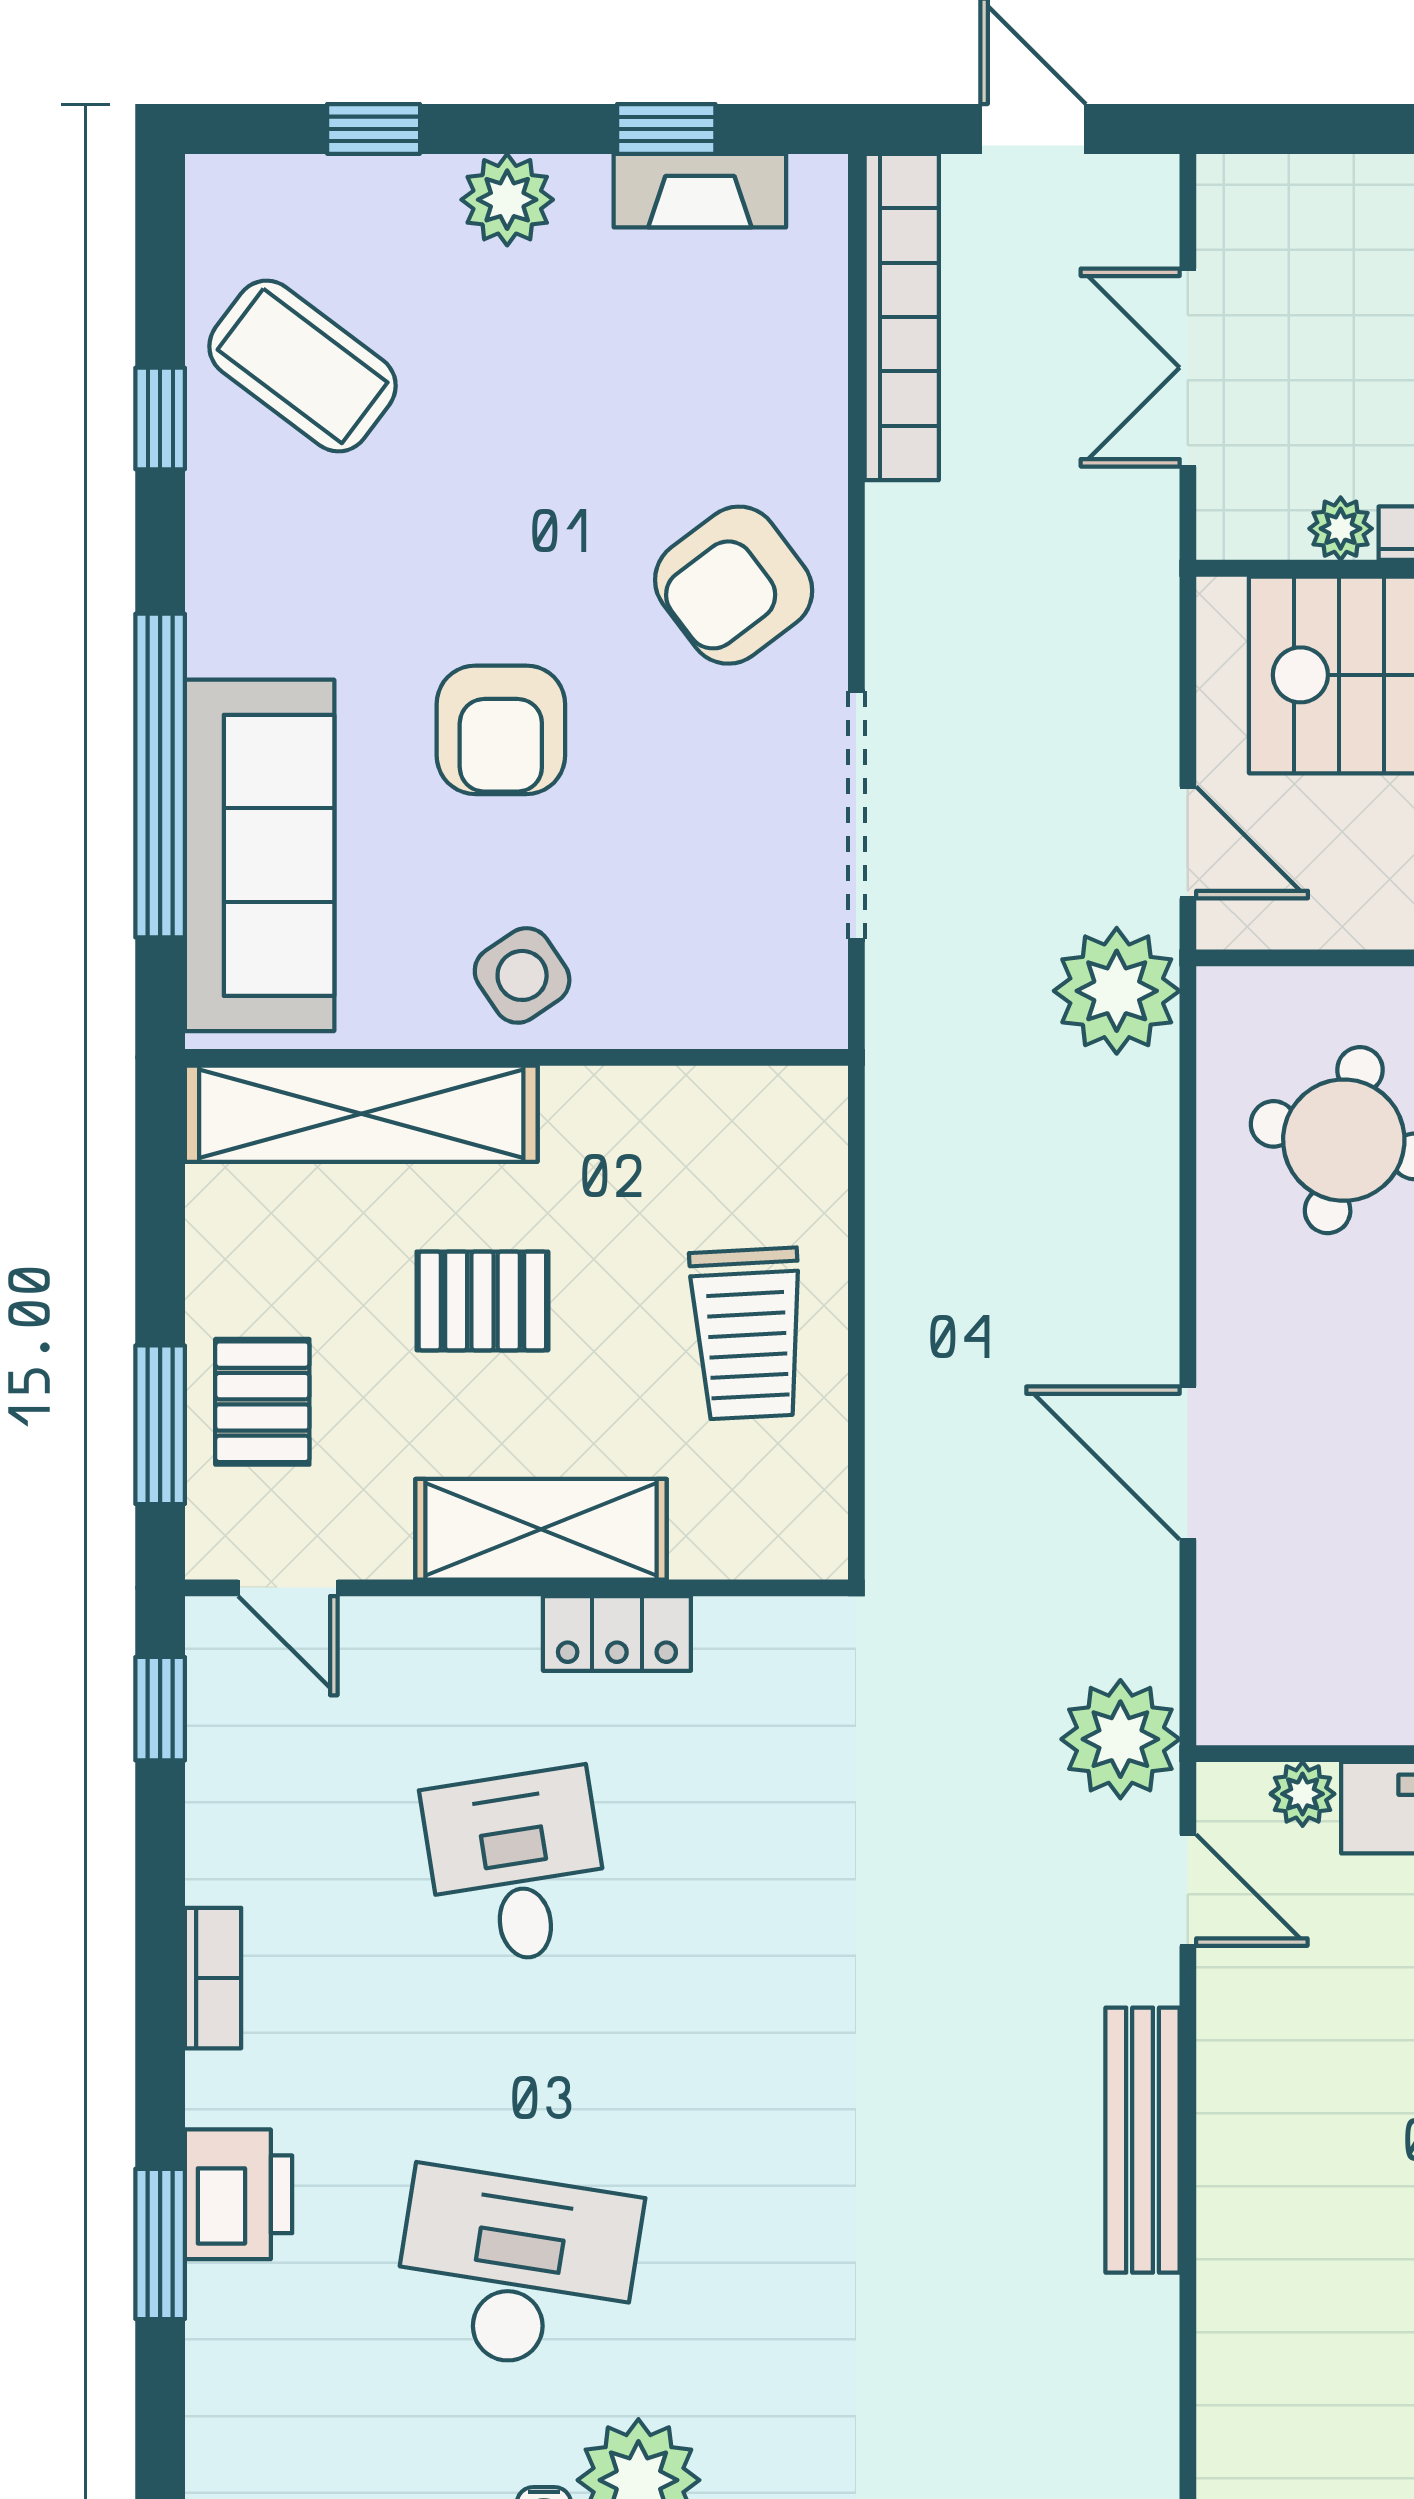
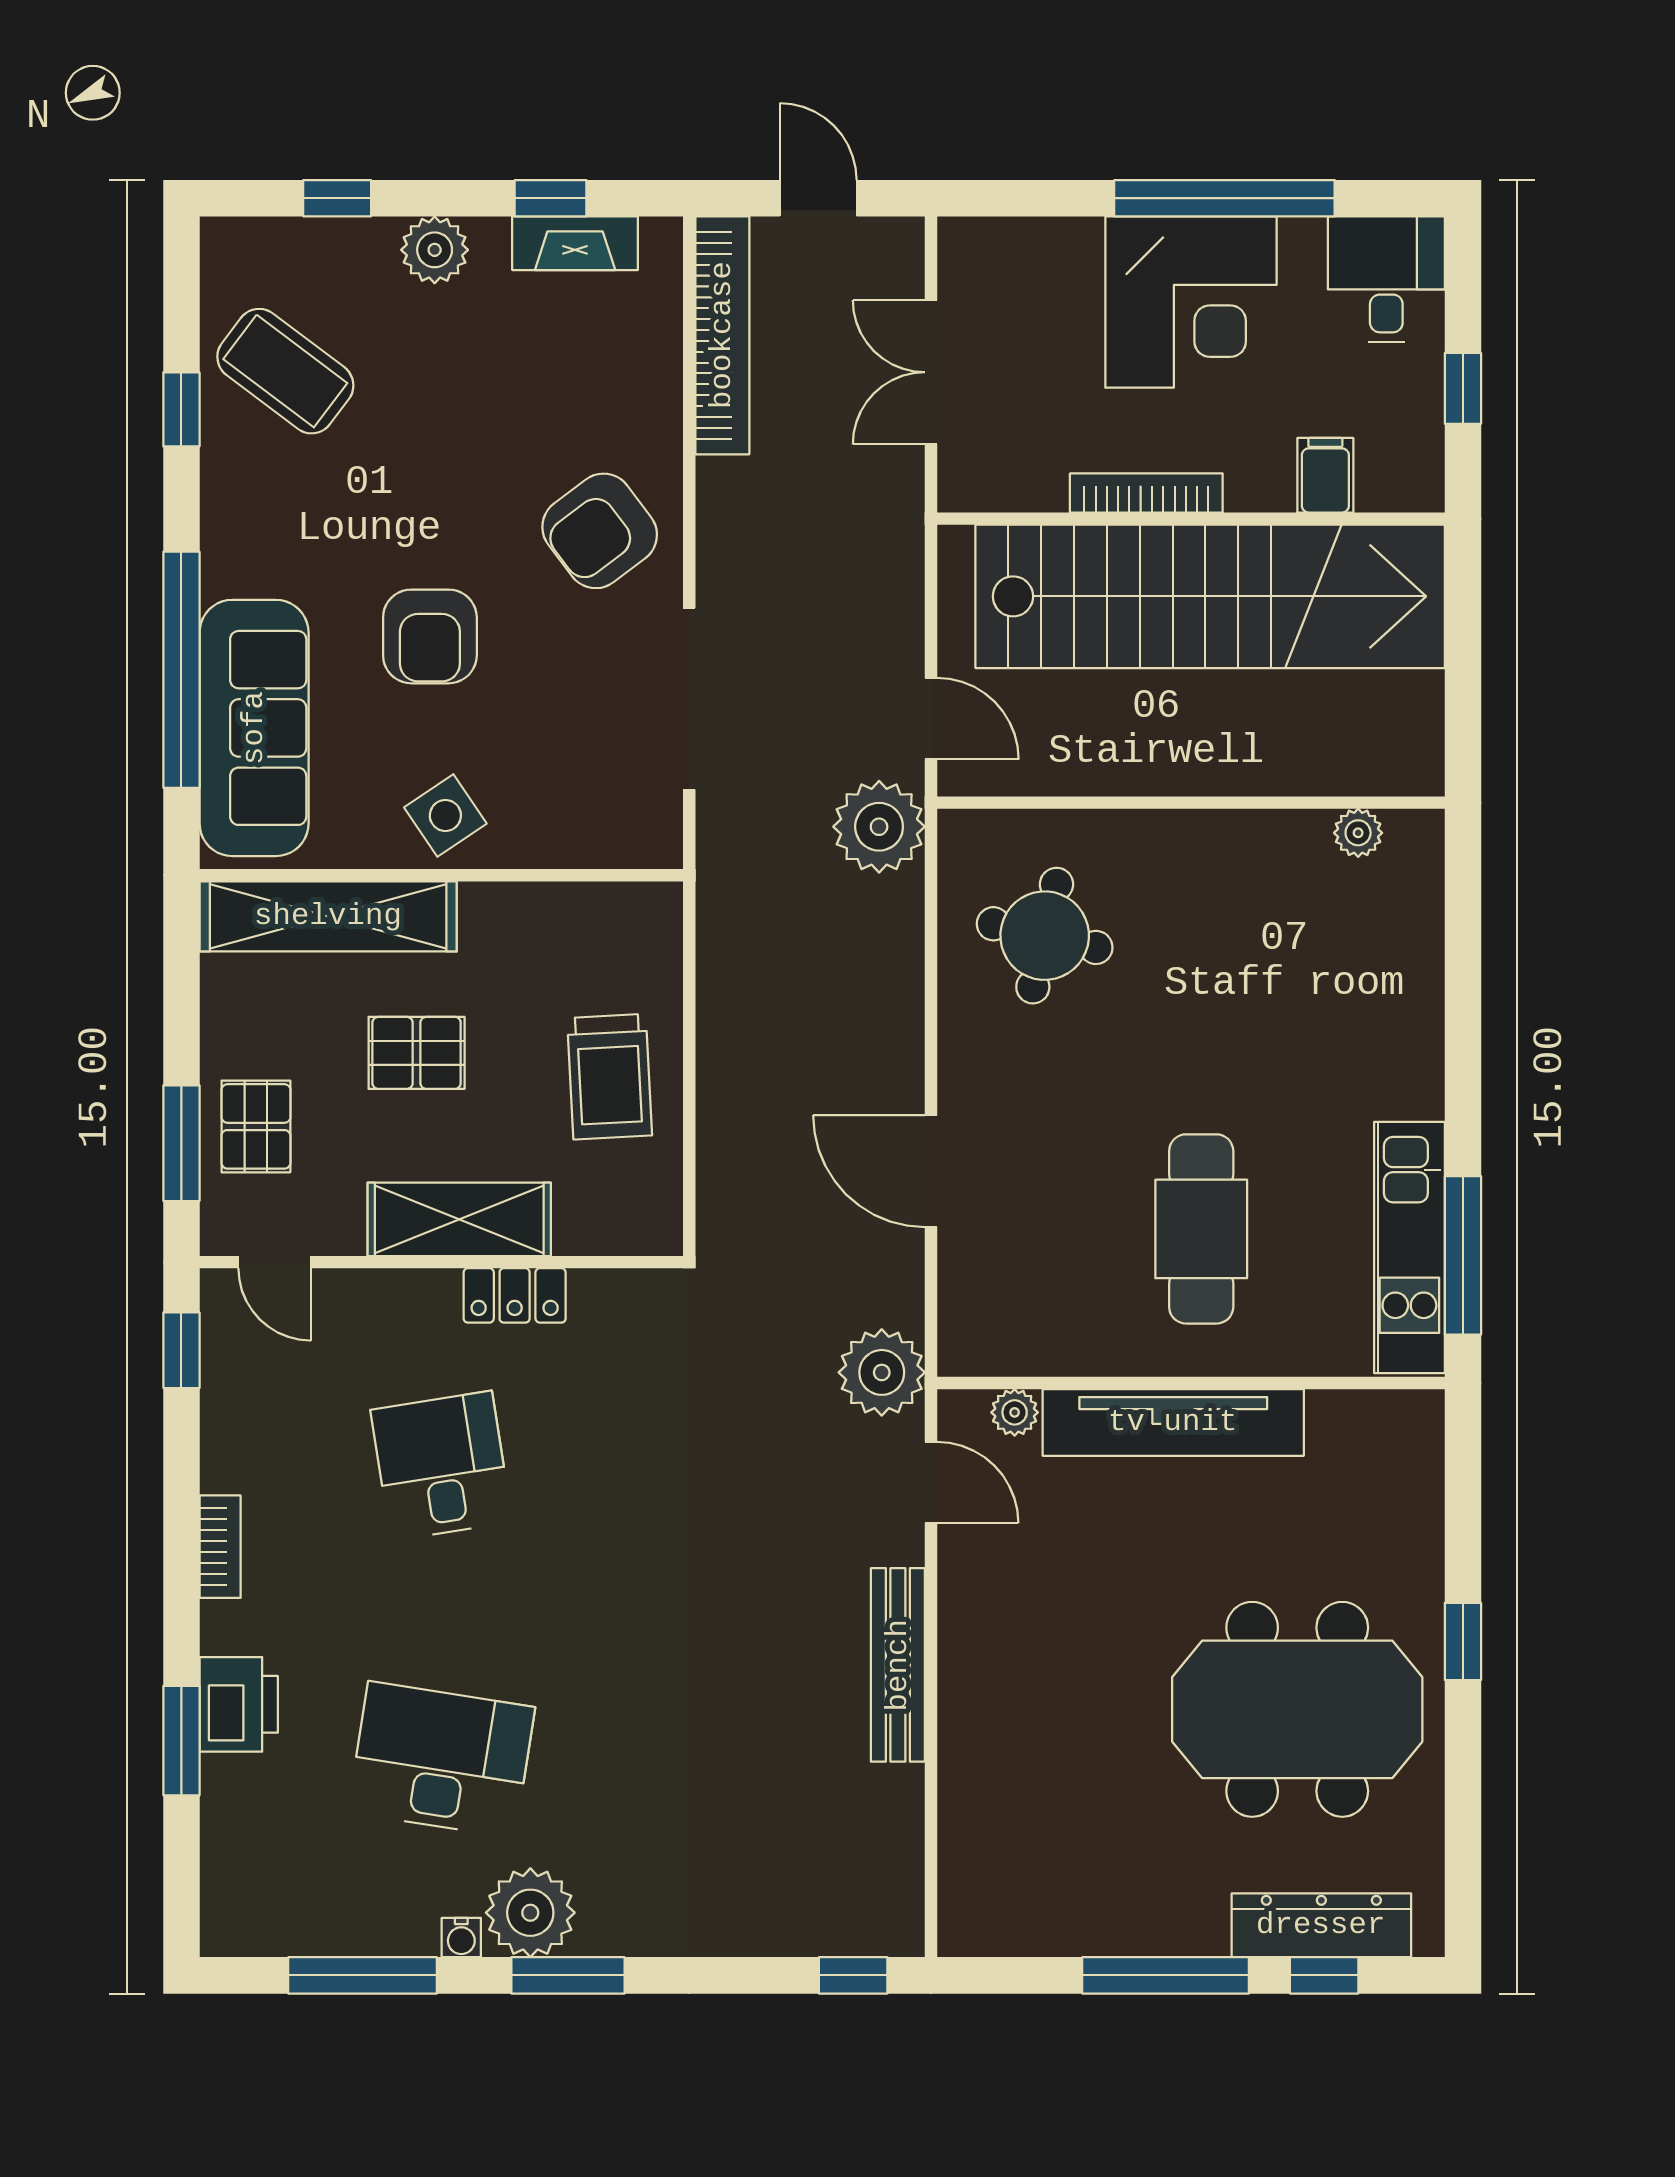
plant: (1341, 529) -> (1042, 490), removed

